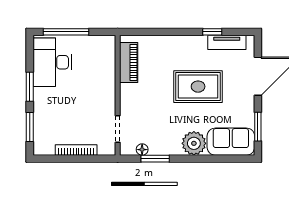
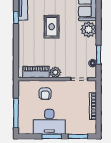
desk: (52, 62) -> (49, 122), moved
armchair: (95, 77) -> (45, 94), added
rug: (198, 87) -> (52, 27), width x0.73, depth x0.70
plant: (128, 92) -> (55, 72), added

